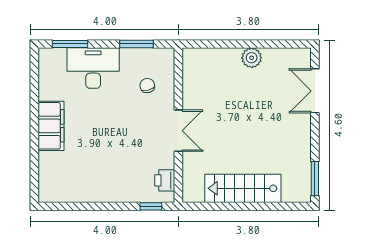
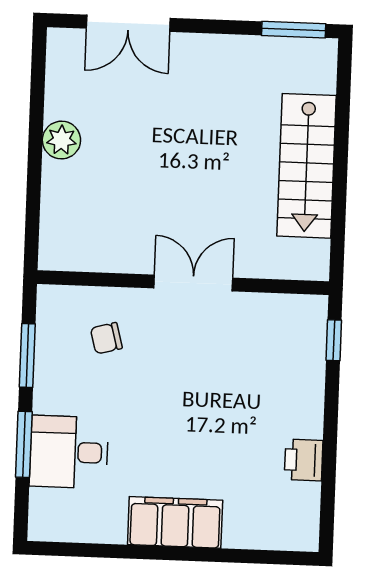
window: (70, 44) -> (24, 444), moved
desk: (93, 68) -> (69, 452), width x0.73
printer: (165, 180) -> (304, 460), moved, turned 90

